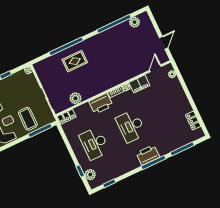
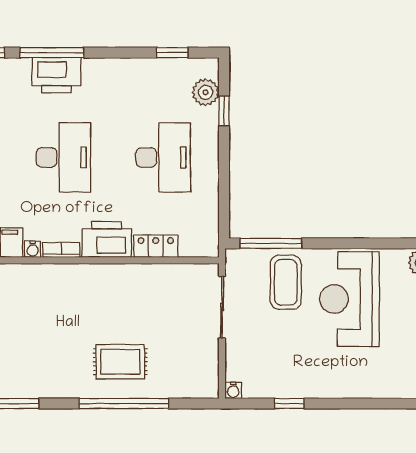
plant: (75, 98) -> (158, 278), removed
locker: (67, 117) -> (156, 246), moved

